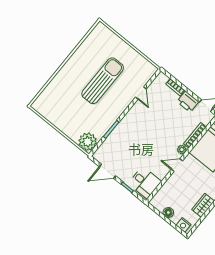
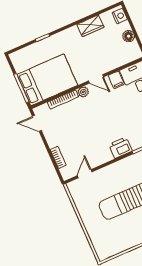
door: (141, 93) -> (85, 174), moved
printer: (188, 102) -> (120, 148), moved, turned -90
filing cabinet: (160, 173) -> (116, 80), added

